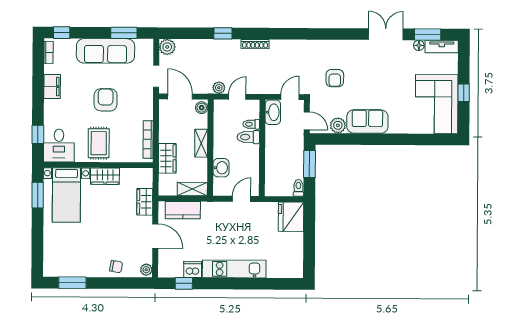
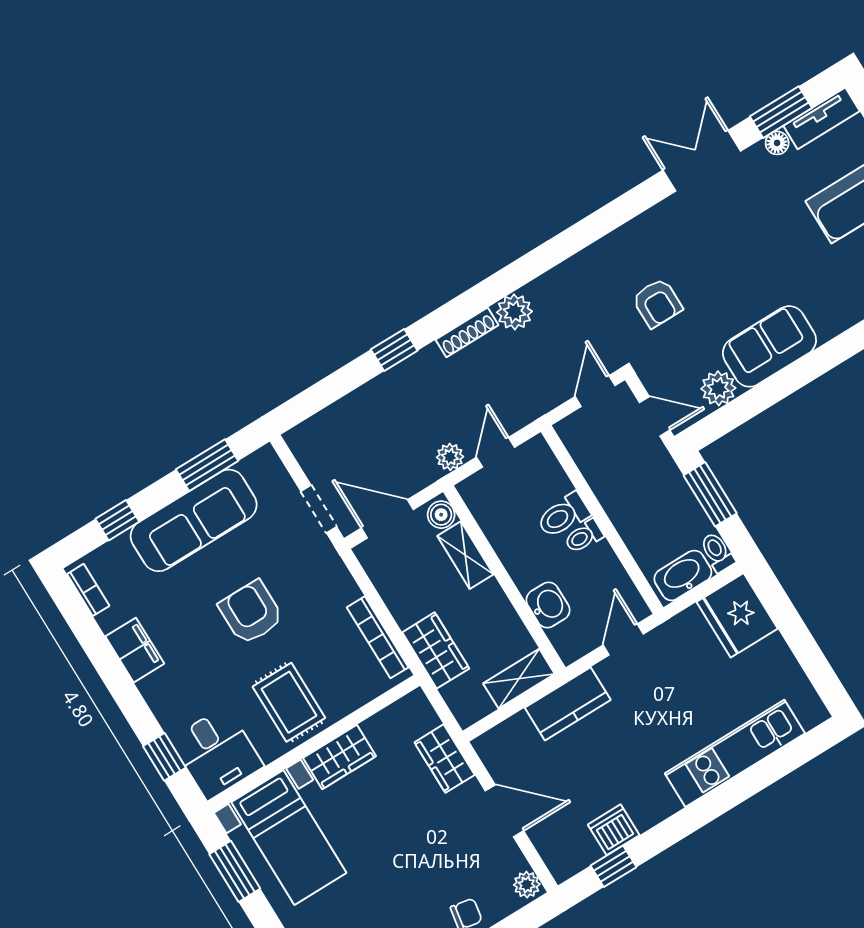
window: (62, 33) -> (117, 520), moved
plant: (167, 47) -> (514, 312), moved
washbasin: (273, 112) -> (683, 575), moved, turned -90
toilet: (251, 124) -> (584, 536), moved
shelving: (201, 143) -> (465, 555), moved
kitchen counter: (183, 210) -> (568, 704), moved
kitchen unit: (234, 269) -> (735, 753), moved

